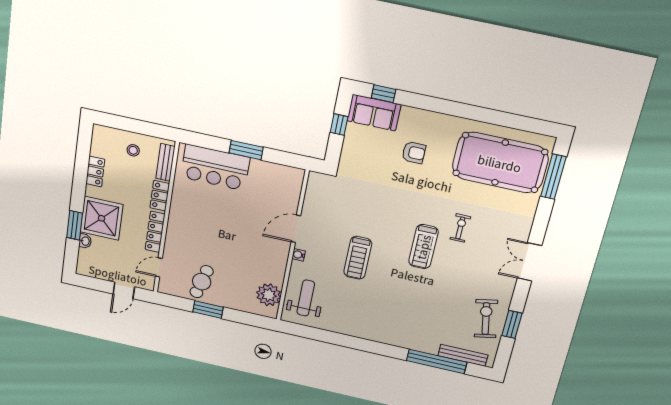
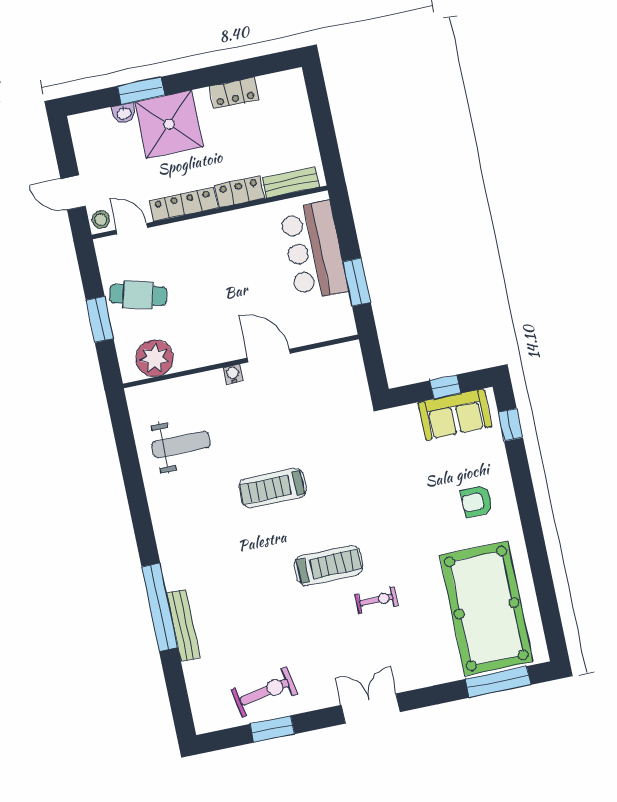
sofa: (374, 113) -> (455, 414), moved, turned -90
stool: (133, 150) -> (101, 220), moved
armchair: (414, 153) -> (477, 501), moved, turned 90
door: (296, 229) -> (269, 356), moved
wall: (292, 247) -> (241, 361), moved
treadmill: (423, 247) -> (329, 565), turned 180
water cooler: (299, 255) -> (233, 374), moved
plant: (269, 295) -> (155, 358), moved
bench: (463, 355) -> (183, 625), moved
window: (437, 361) -> (160, 607), moved

